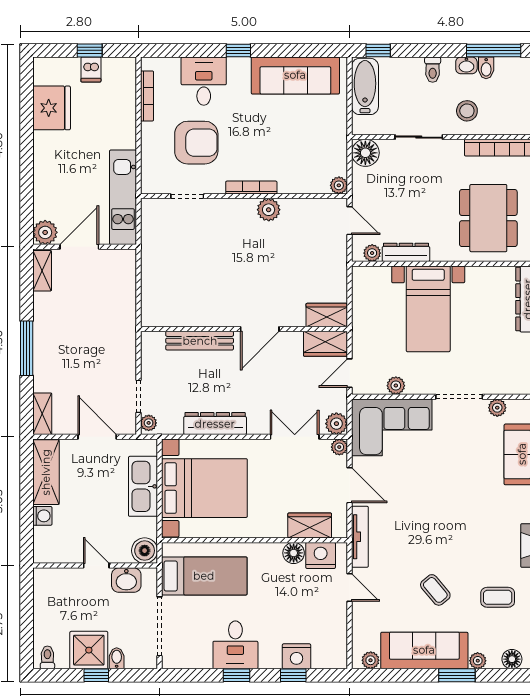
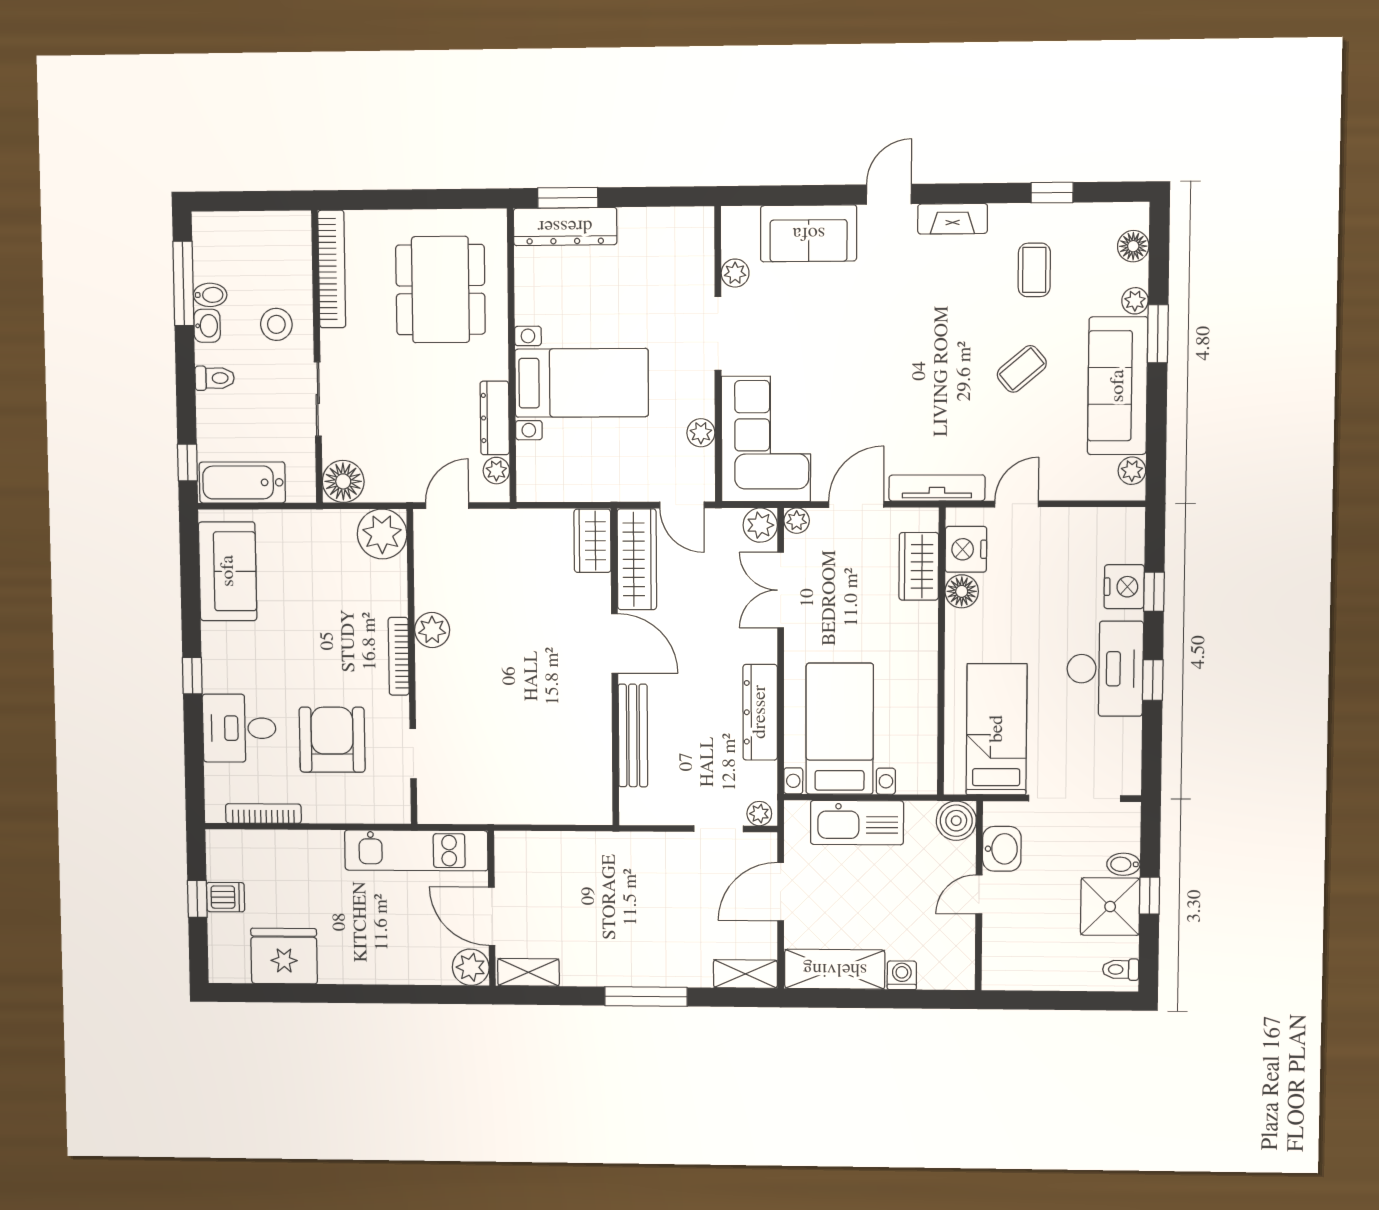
sofa: (295, 75) -> (228, 571), width x0.73
plant: (339, 185) -> (382, 534), width x1.87, depth x1.87
dining table: (488, 218) -> (440, 290), turned 90
wardrobe: (325, 344) -> (637, 559), width x1.50
bed with nightstands: (204, 488) -> (840, 729), width x0.73
desk: (235, 645) -> (1105, 669), width x1.37

